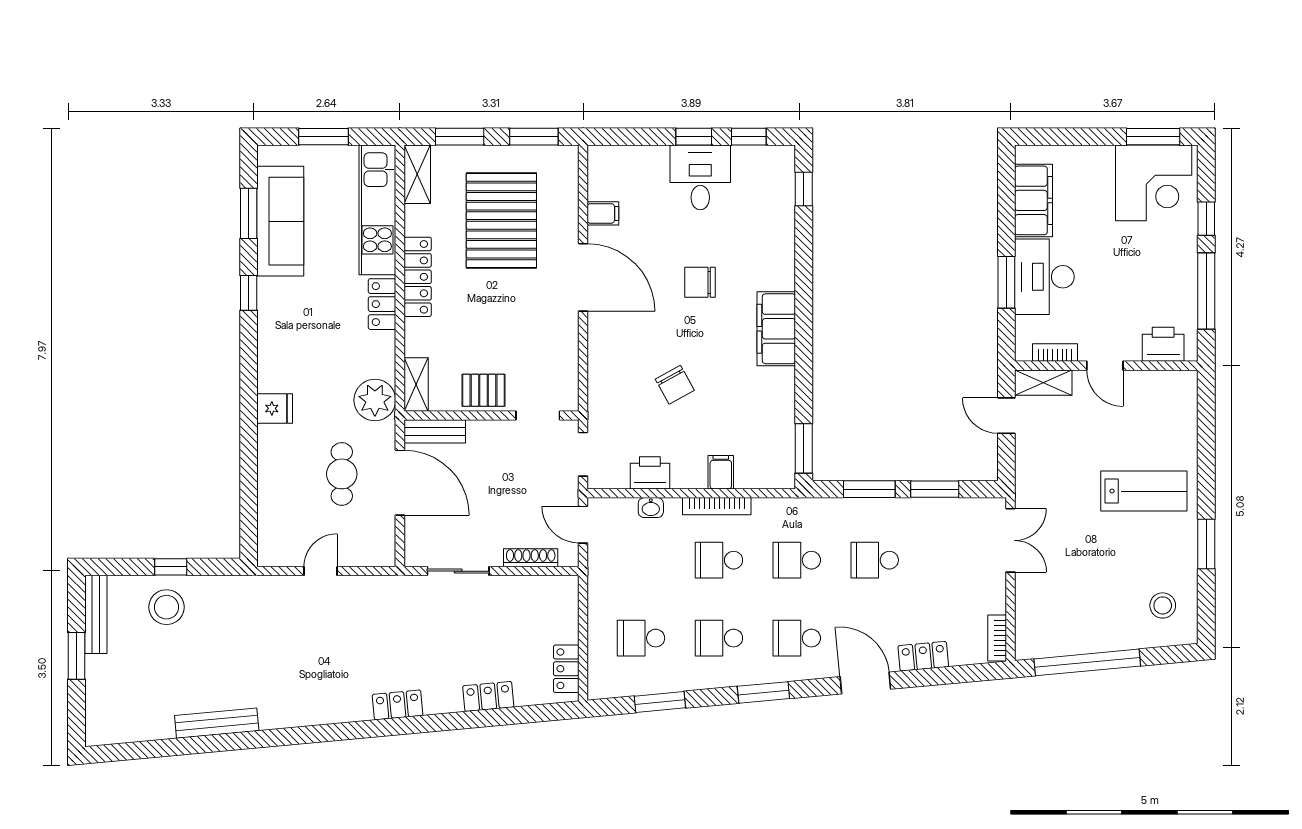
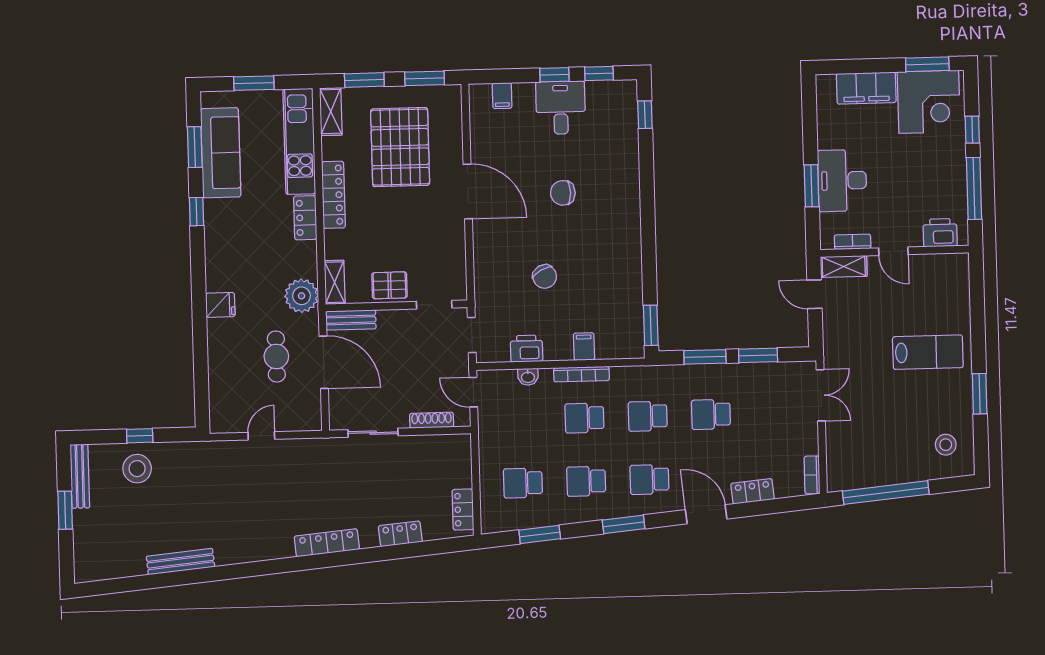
filing cabinet: (1034, 200) -> (866, 88), moved, turned 90
filing cabinet: (603, 213) -> (502, 96), moved, turned 90
filing cabinet: (776, 329) -> (626, 229), removed
locker: (398, 705) -> (327, 543), width x1.53

